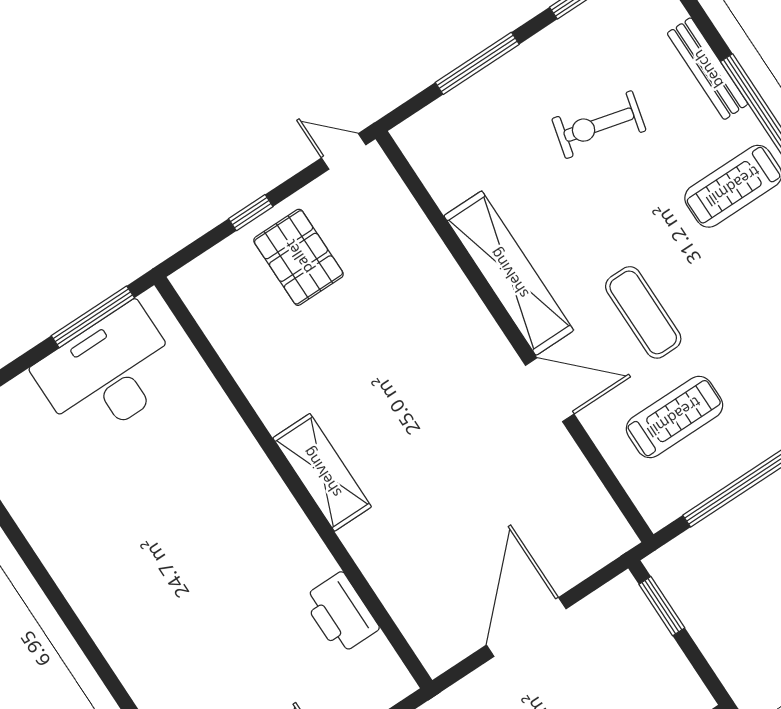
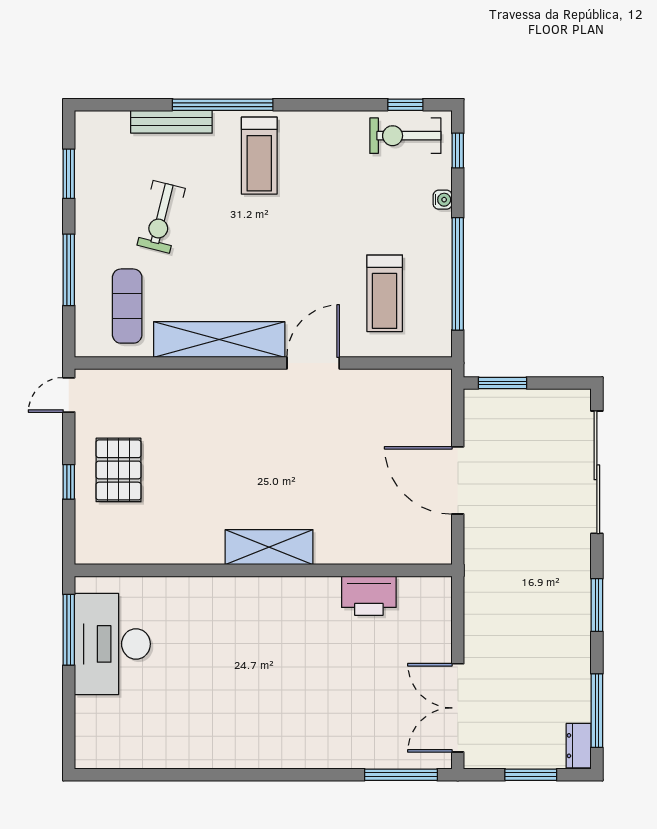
pallet: (299, 257) -> (119, 470), turned 90
exercise mat: (643, 312) -> (127, 306), moved, turned 90
treadmill: (674, 417) -> (385, 293), turned 180

